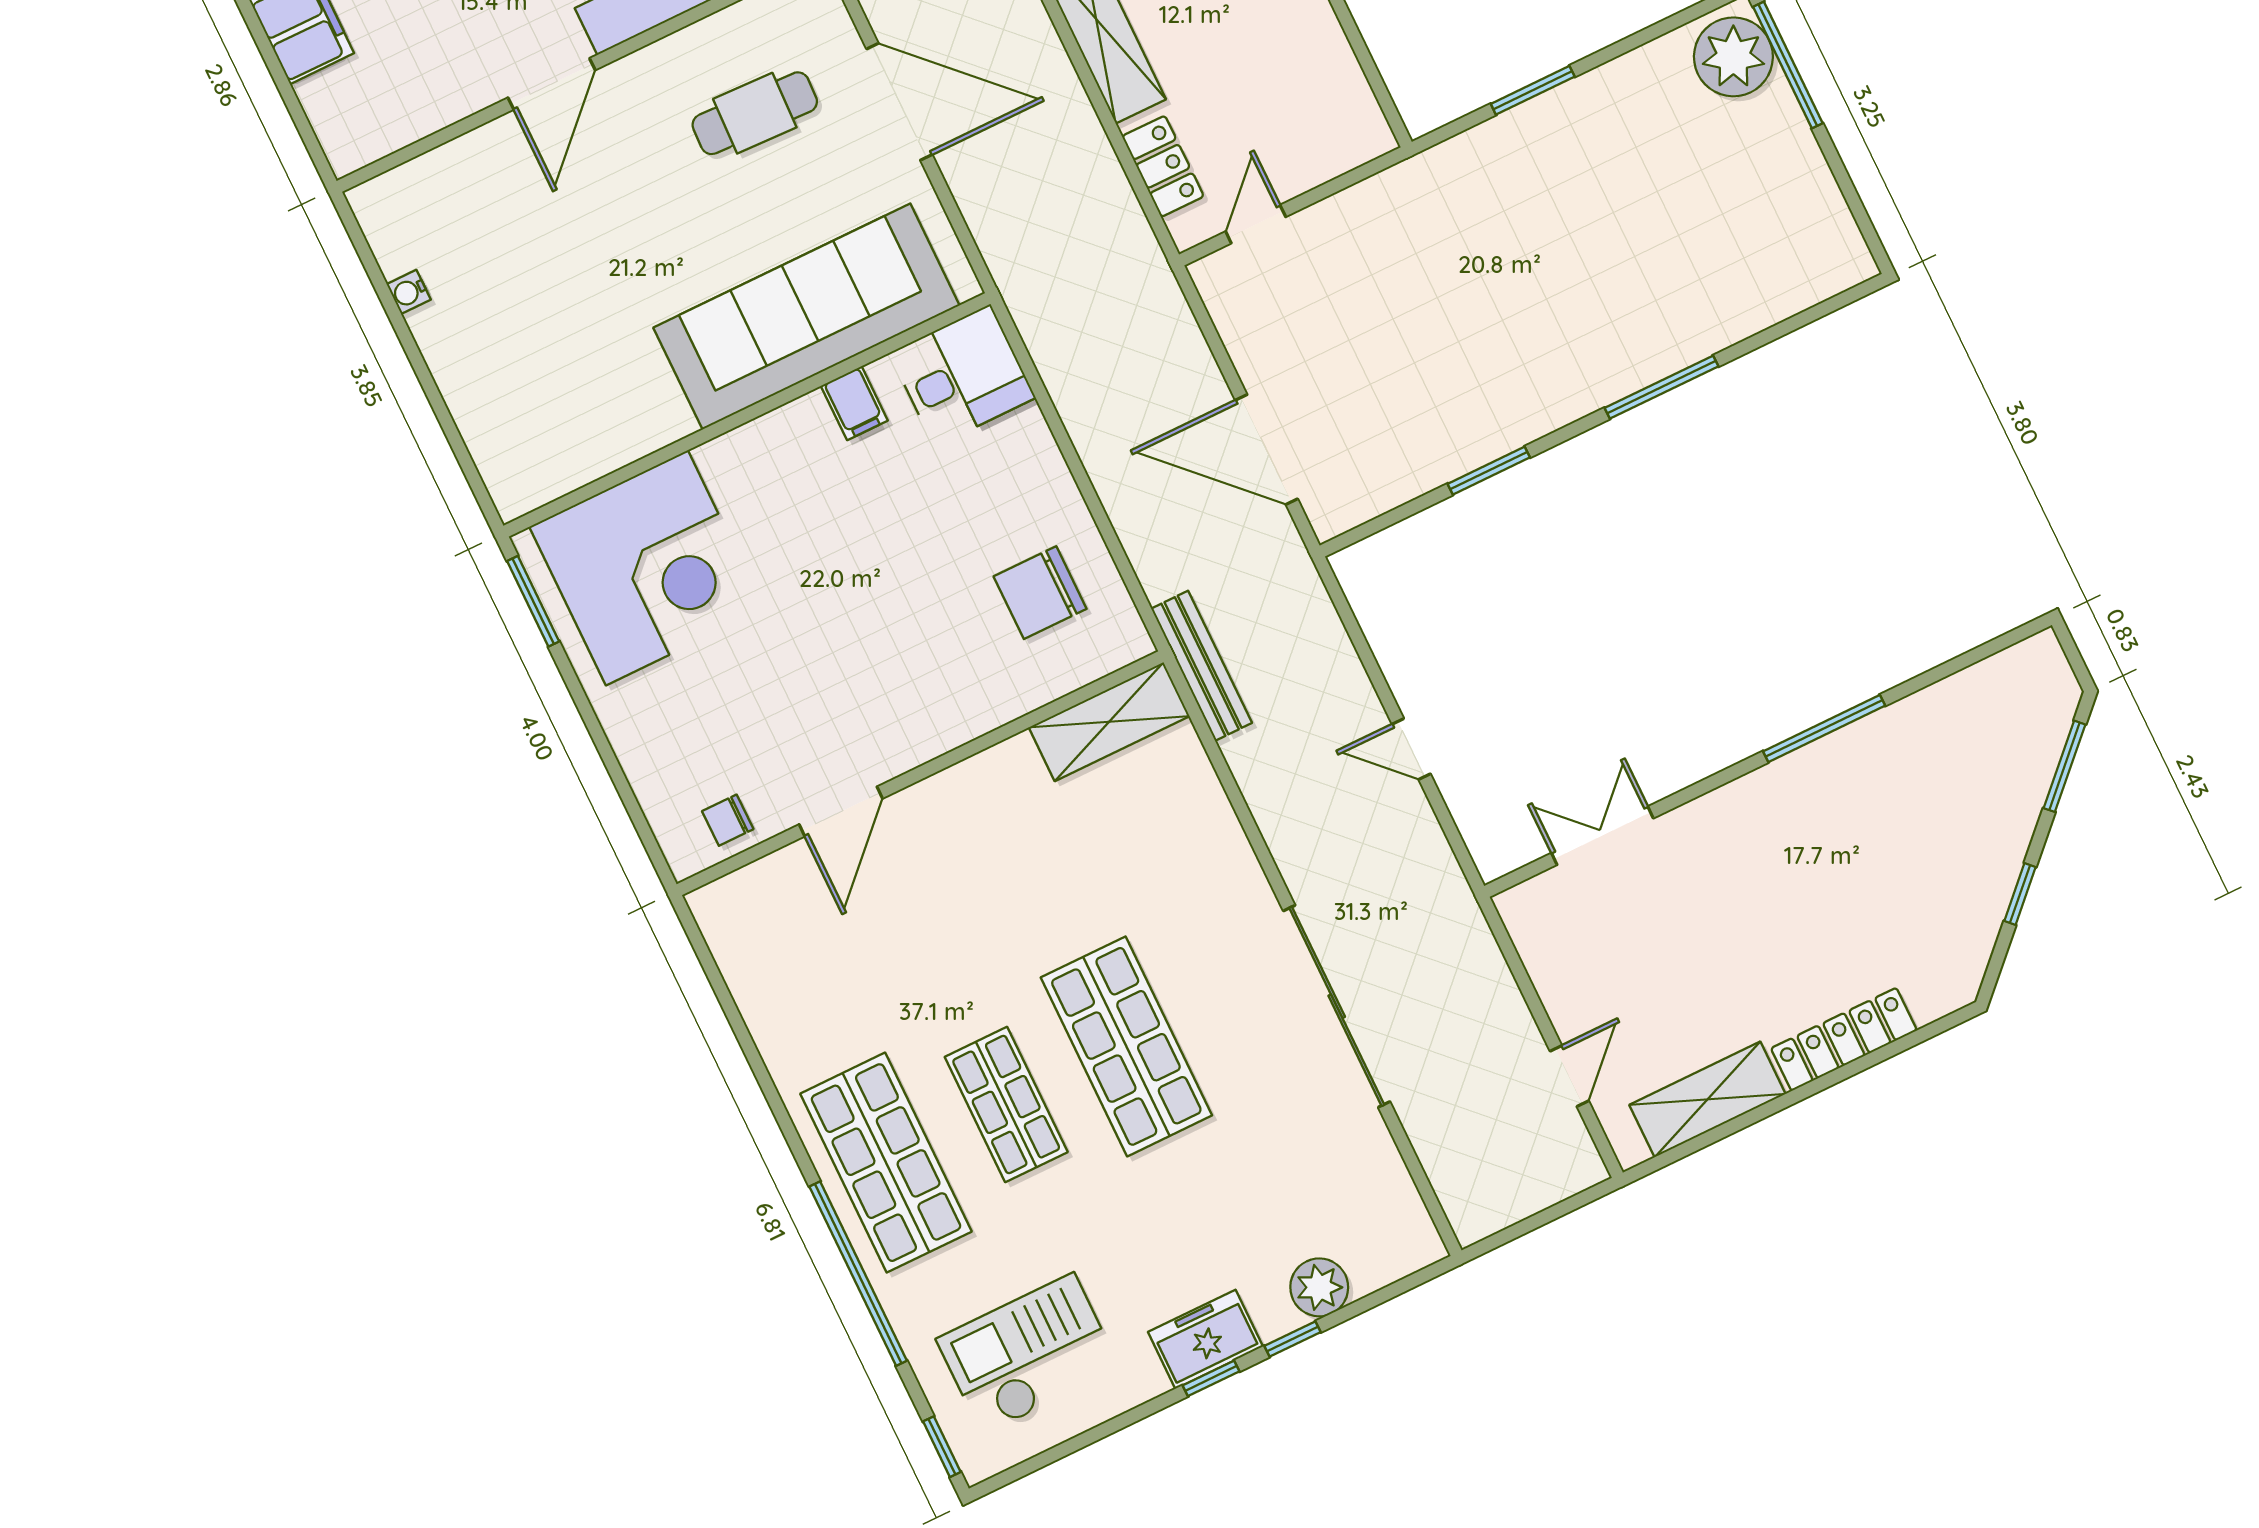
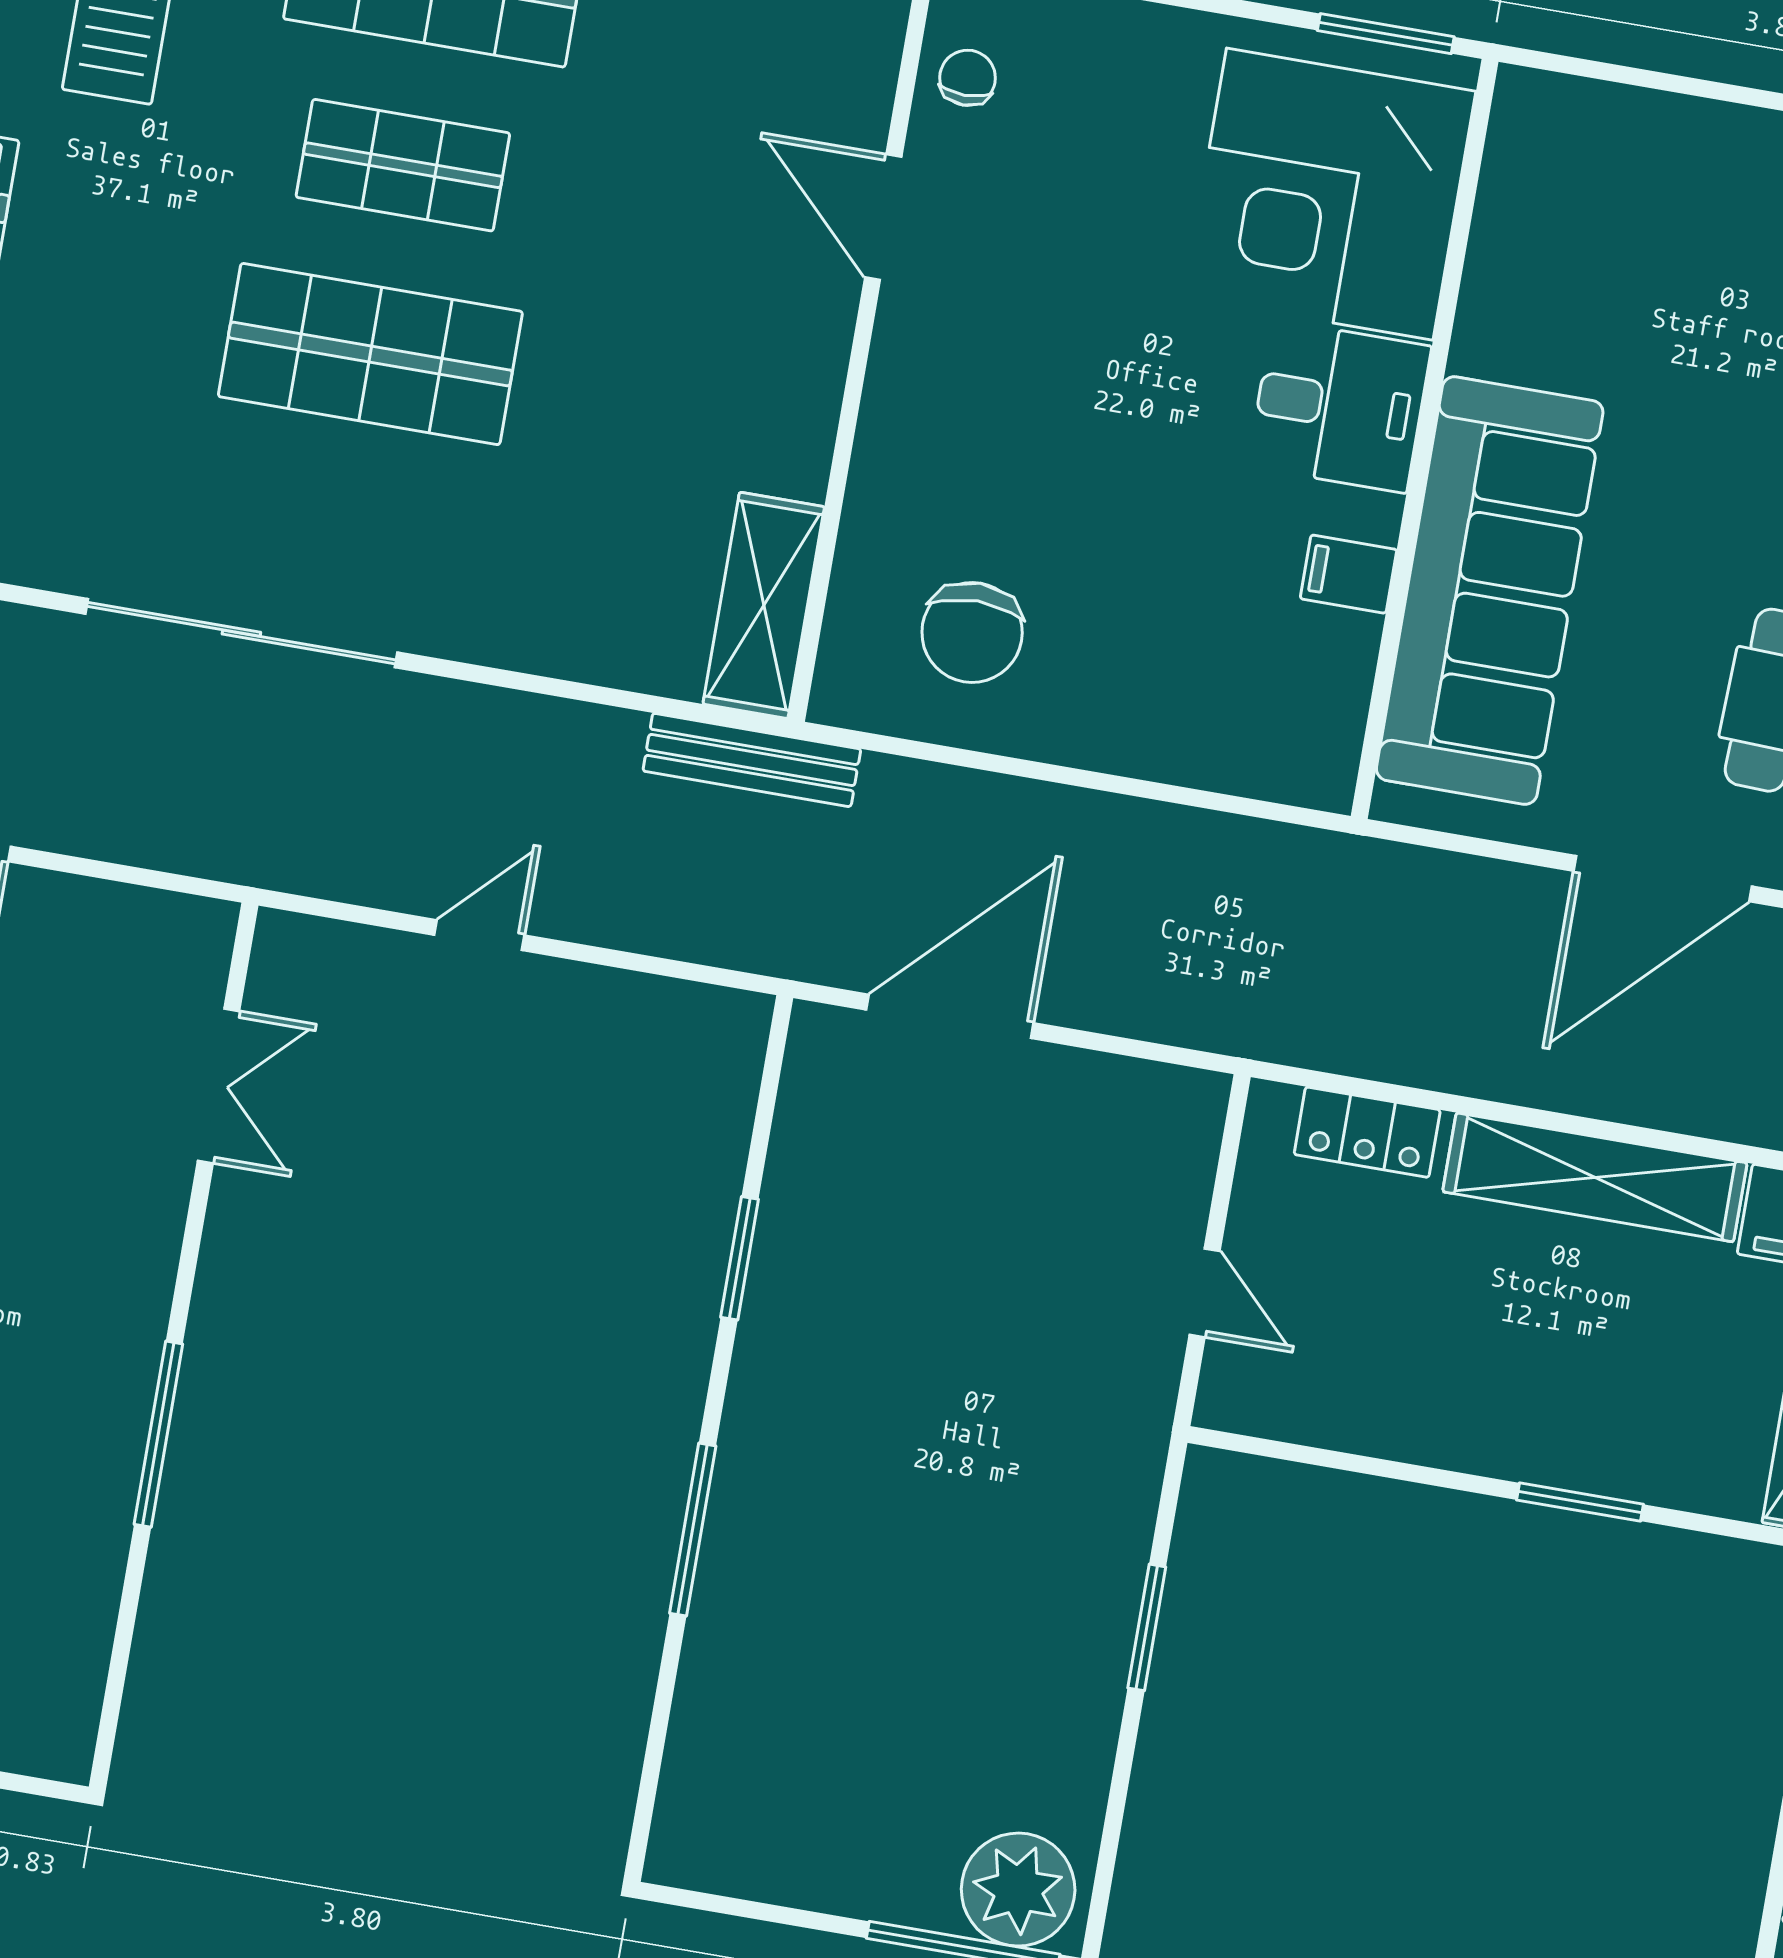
door: (1256, 224) -> (1205, 1293), moved
desk: (962, 375) -> (1339, 406), moved, turned -90
chair: (1040, 593) -> (972, 632), turned 180

